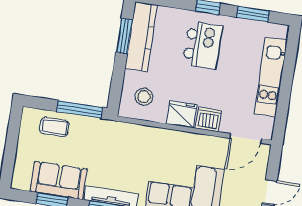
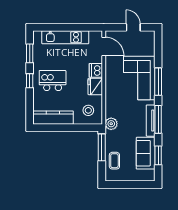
window: (124, 36) -> (54, 128), removed
plant: (116, 131) -> (111, 124), added

